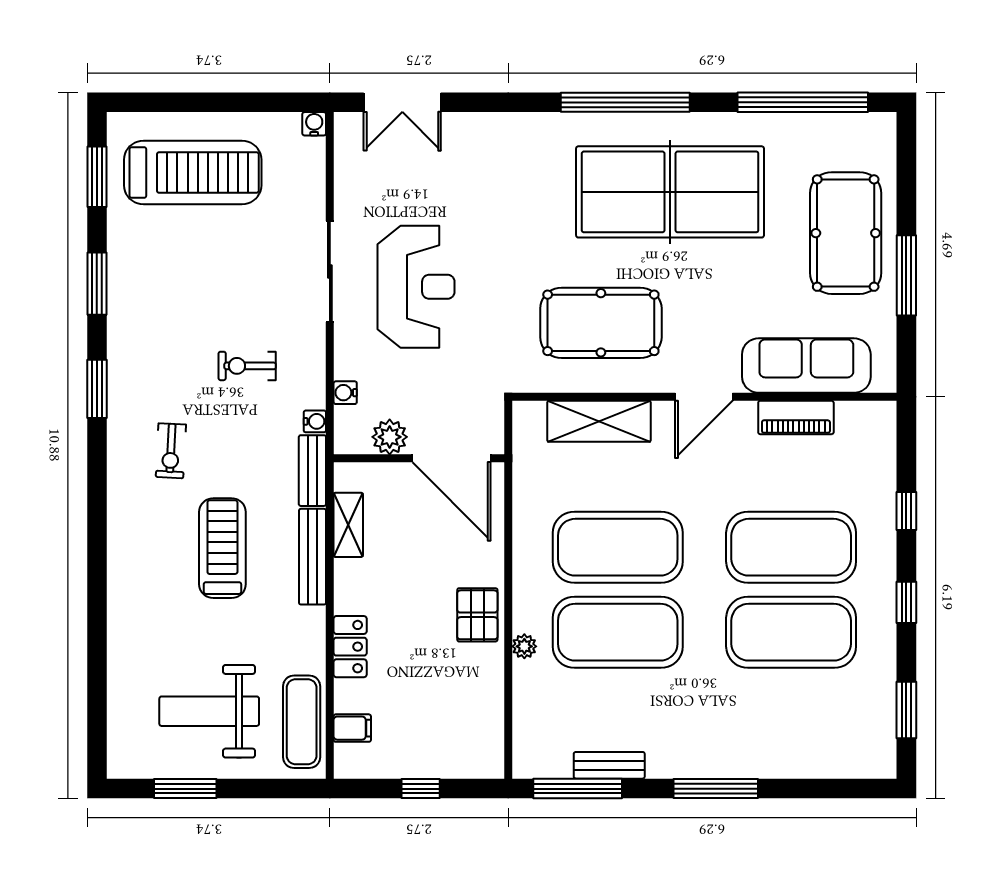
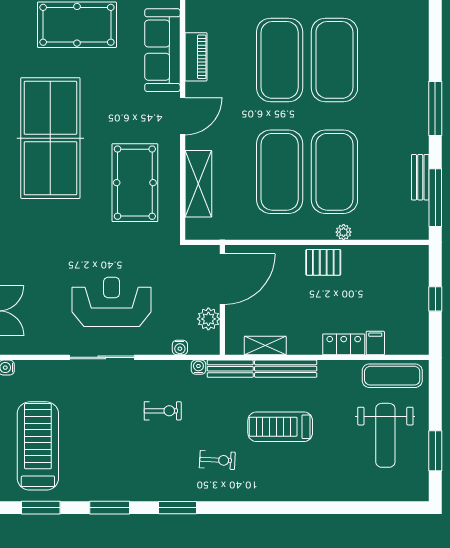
exercise bike: (247, 366) -> (163, 411), turned -90
door: (704, 397) -> (183, 116), hinge flipped
filing cabinet: (352, 728) -> (375, 343), moved

